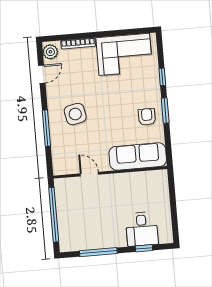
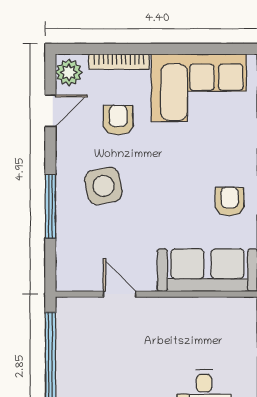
armchair: (80, 76) -> (118, 120), added

